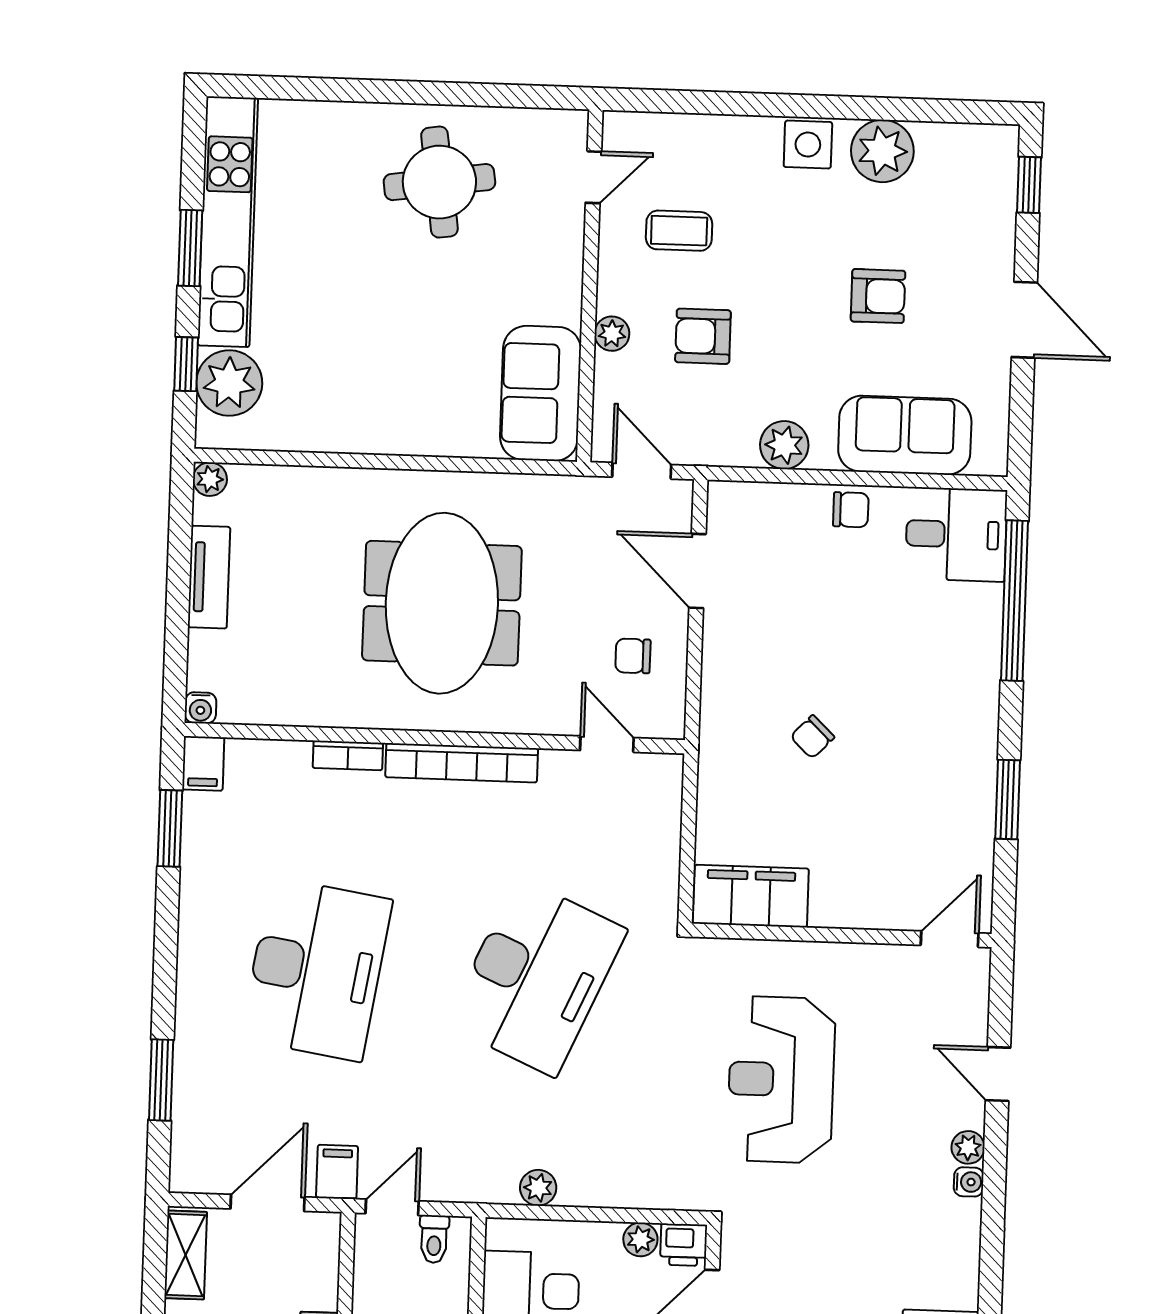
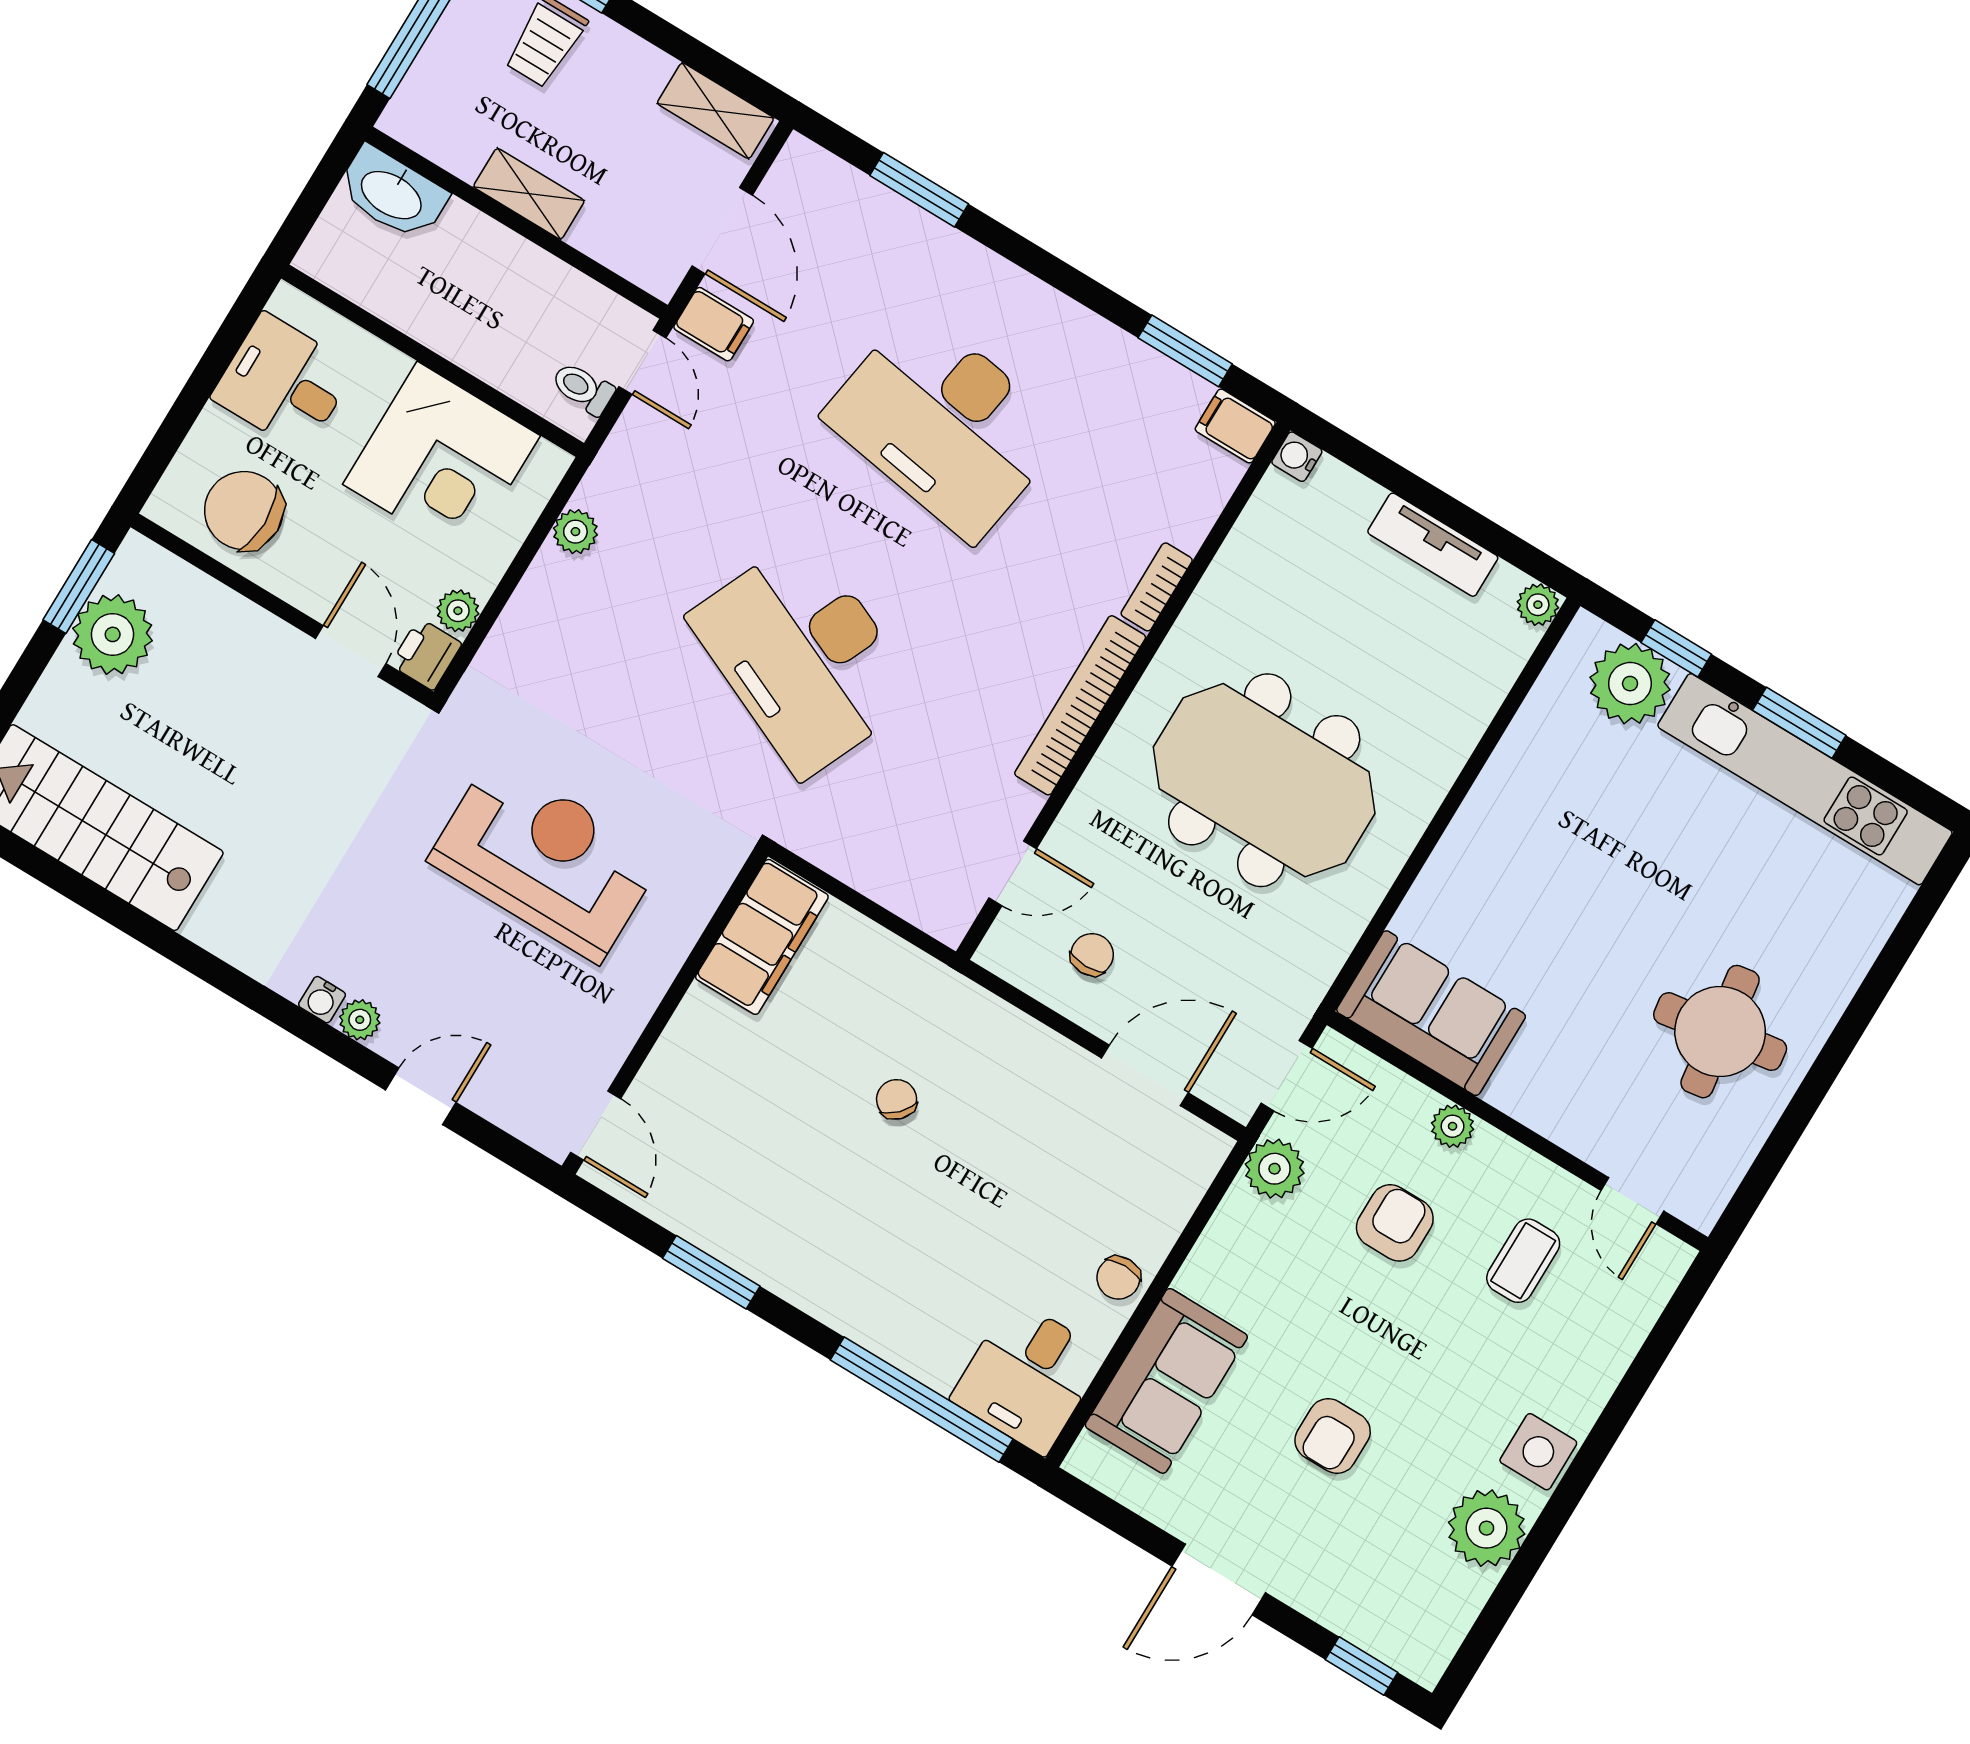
plant: (784, 445) -> (1275, 1169), moved

